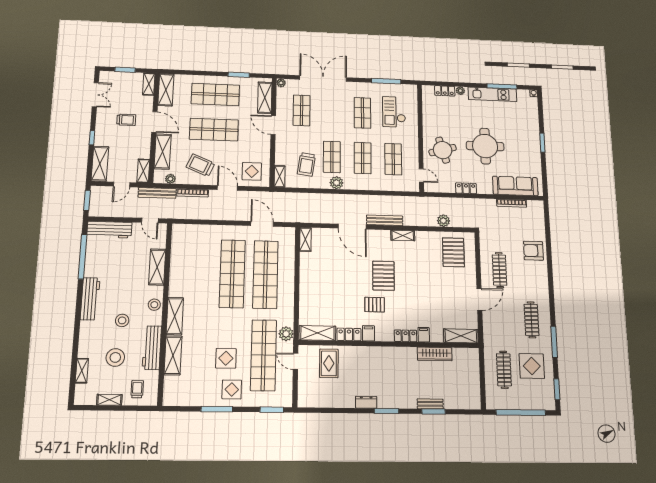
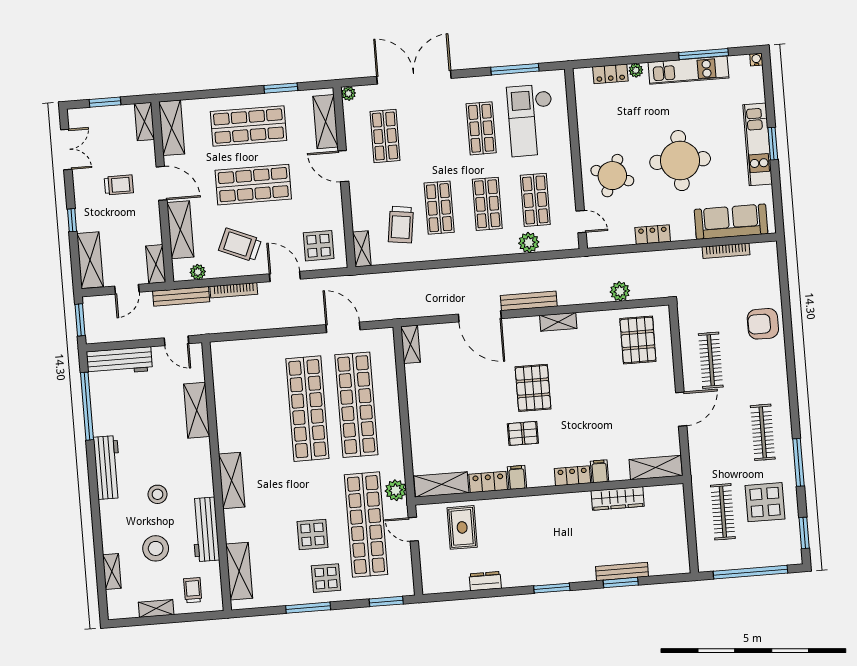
checkout: (394, 112) -> (531, 120), width x1.36, depth x1.21
kitchen unit: (533, 142) -> (758, 144), added
round table: (443, 150) -> (612, 176), turned 38
plant: (336, 183) -> (529, 243), moved
stool: (154, 305) -> (200, 467), removed
shelving: (173, 355) -> (239, 571), moved
dresser: (366, 402) -> (485, 581), moved
bench: (430, 404) -> (622, 571), width x1.36

